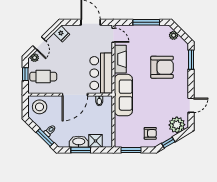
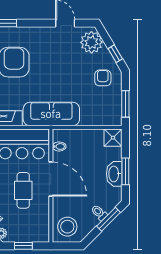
cafe table: (43, 77) -> (23, 190), moved
shower: (95, 141) -> (113, 138), moved

